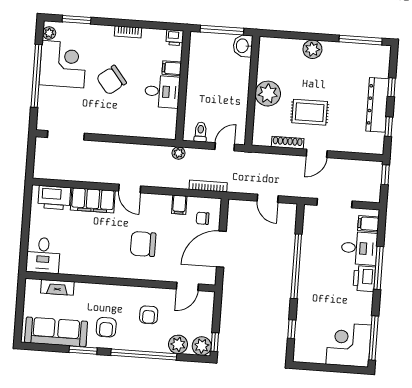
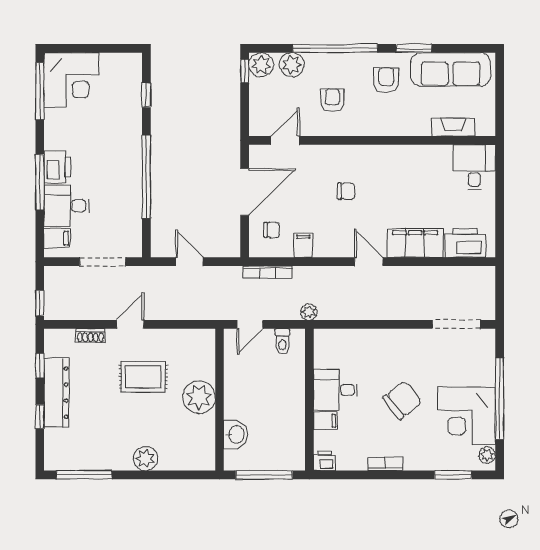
washbasin: (243, 46) -> (236, 435), moved
shoe rack: (288, 143) -> (90, 336), moved, width x0.70
chair: (143, 244) -> (346, 191), width x0.54, depth x0.54

